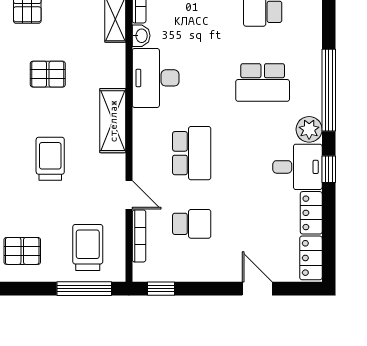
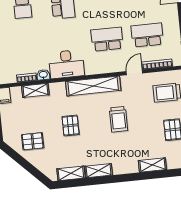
shelving: (113, 121) -> (93, 86), width x1.47
trolley: (50, 159) -> (119, 119), turned -90
school desk: (192, 224) -> (147, 35), width x1.85

